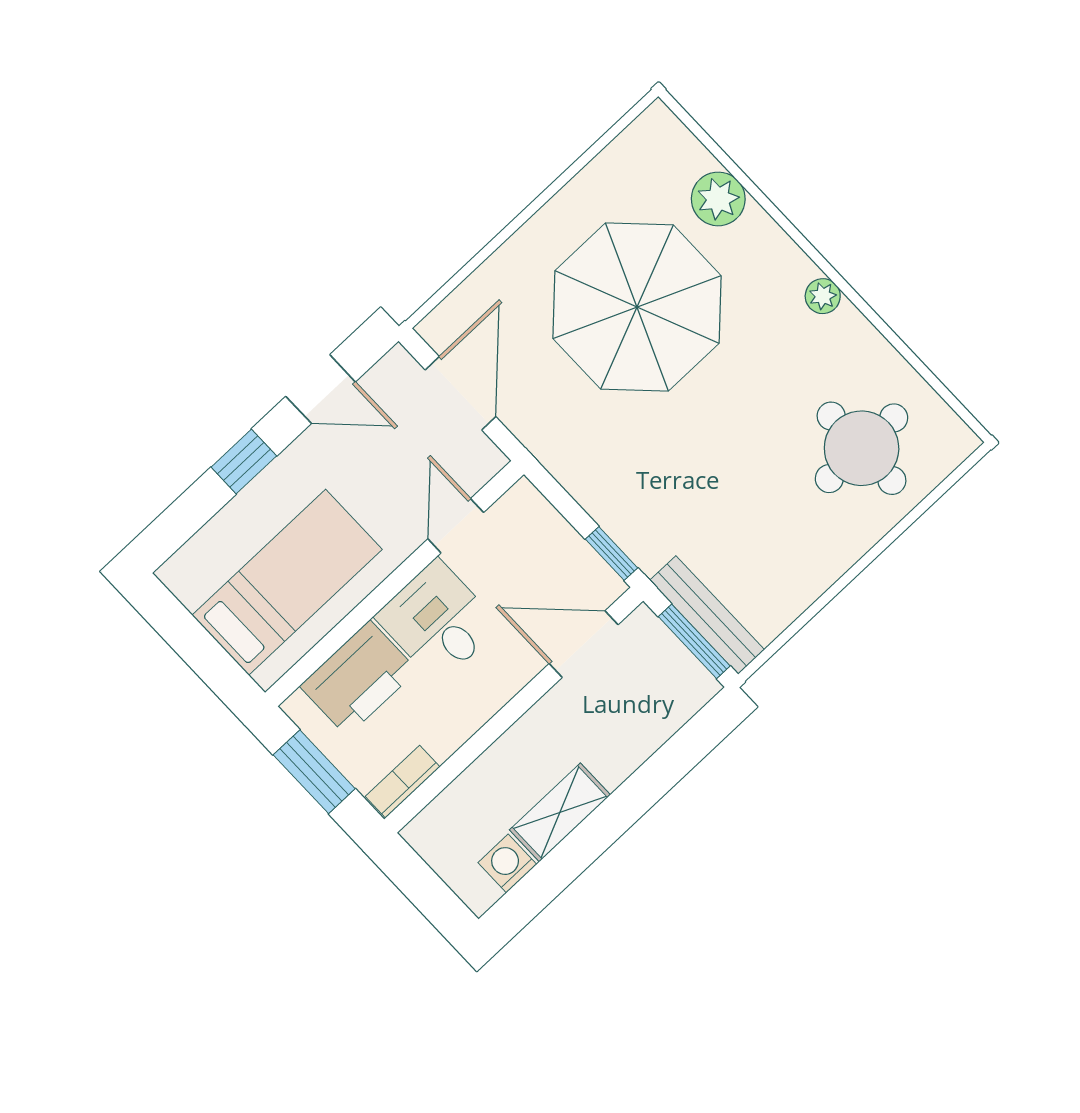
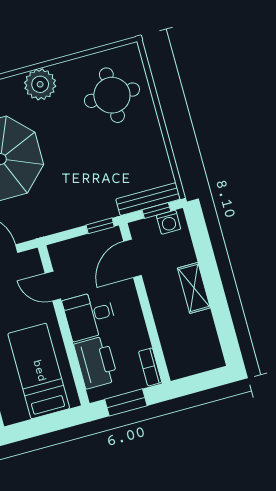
plant: (823, 296) -> (40, 84), width x1.88, depth x1.88
window: (694, 641) -> (156, 210), width x0.67
shelving: (560, 812) -> (194, 288), moved
washing machine: (507, 863) -> (169, 222), moved, turned -90

